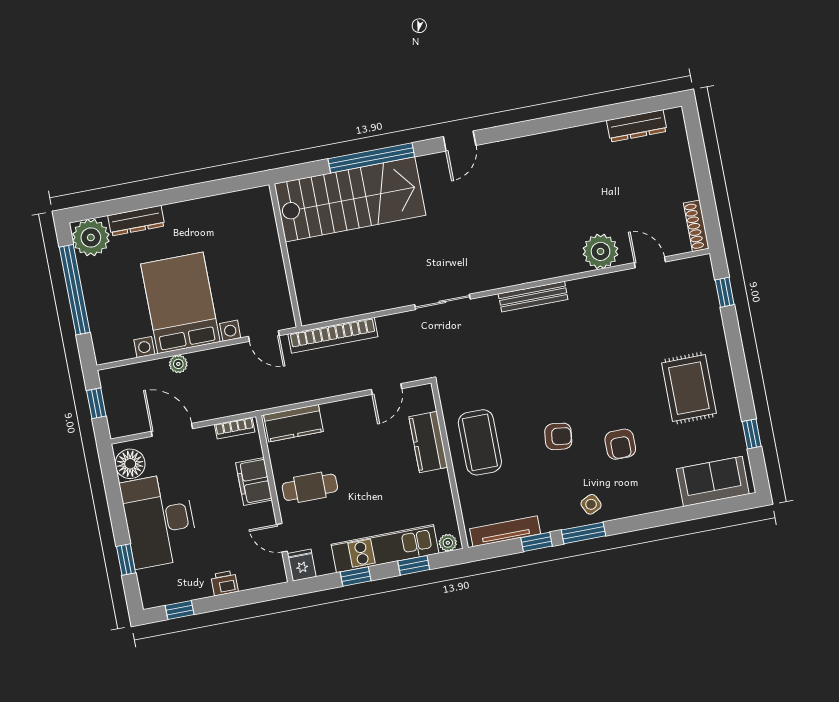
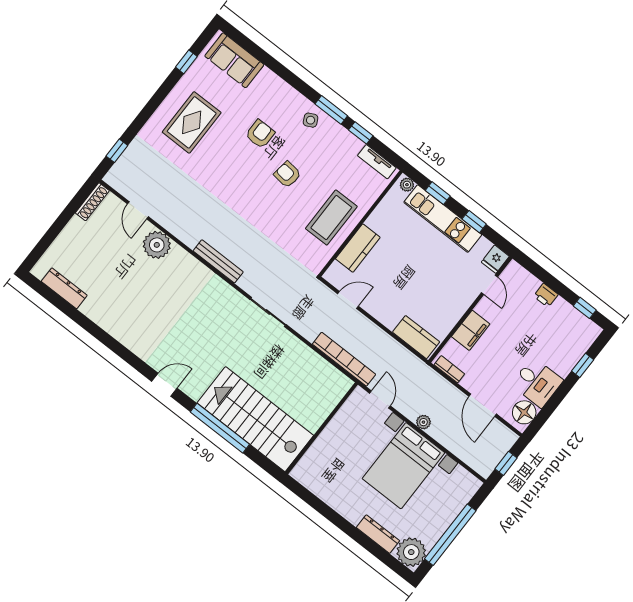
plant: (178, 364) -> (423, 422), moved
cafe table: (310, 487) -> (445, 294), removed
desk: (159, 520) -> (537, 382), width x0.53, depth x0.77
tv unit: (505, 531) -> (377, 162), width x0.71

